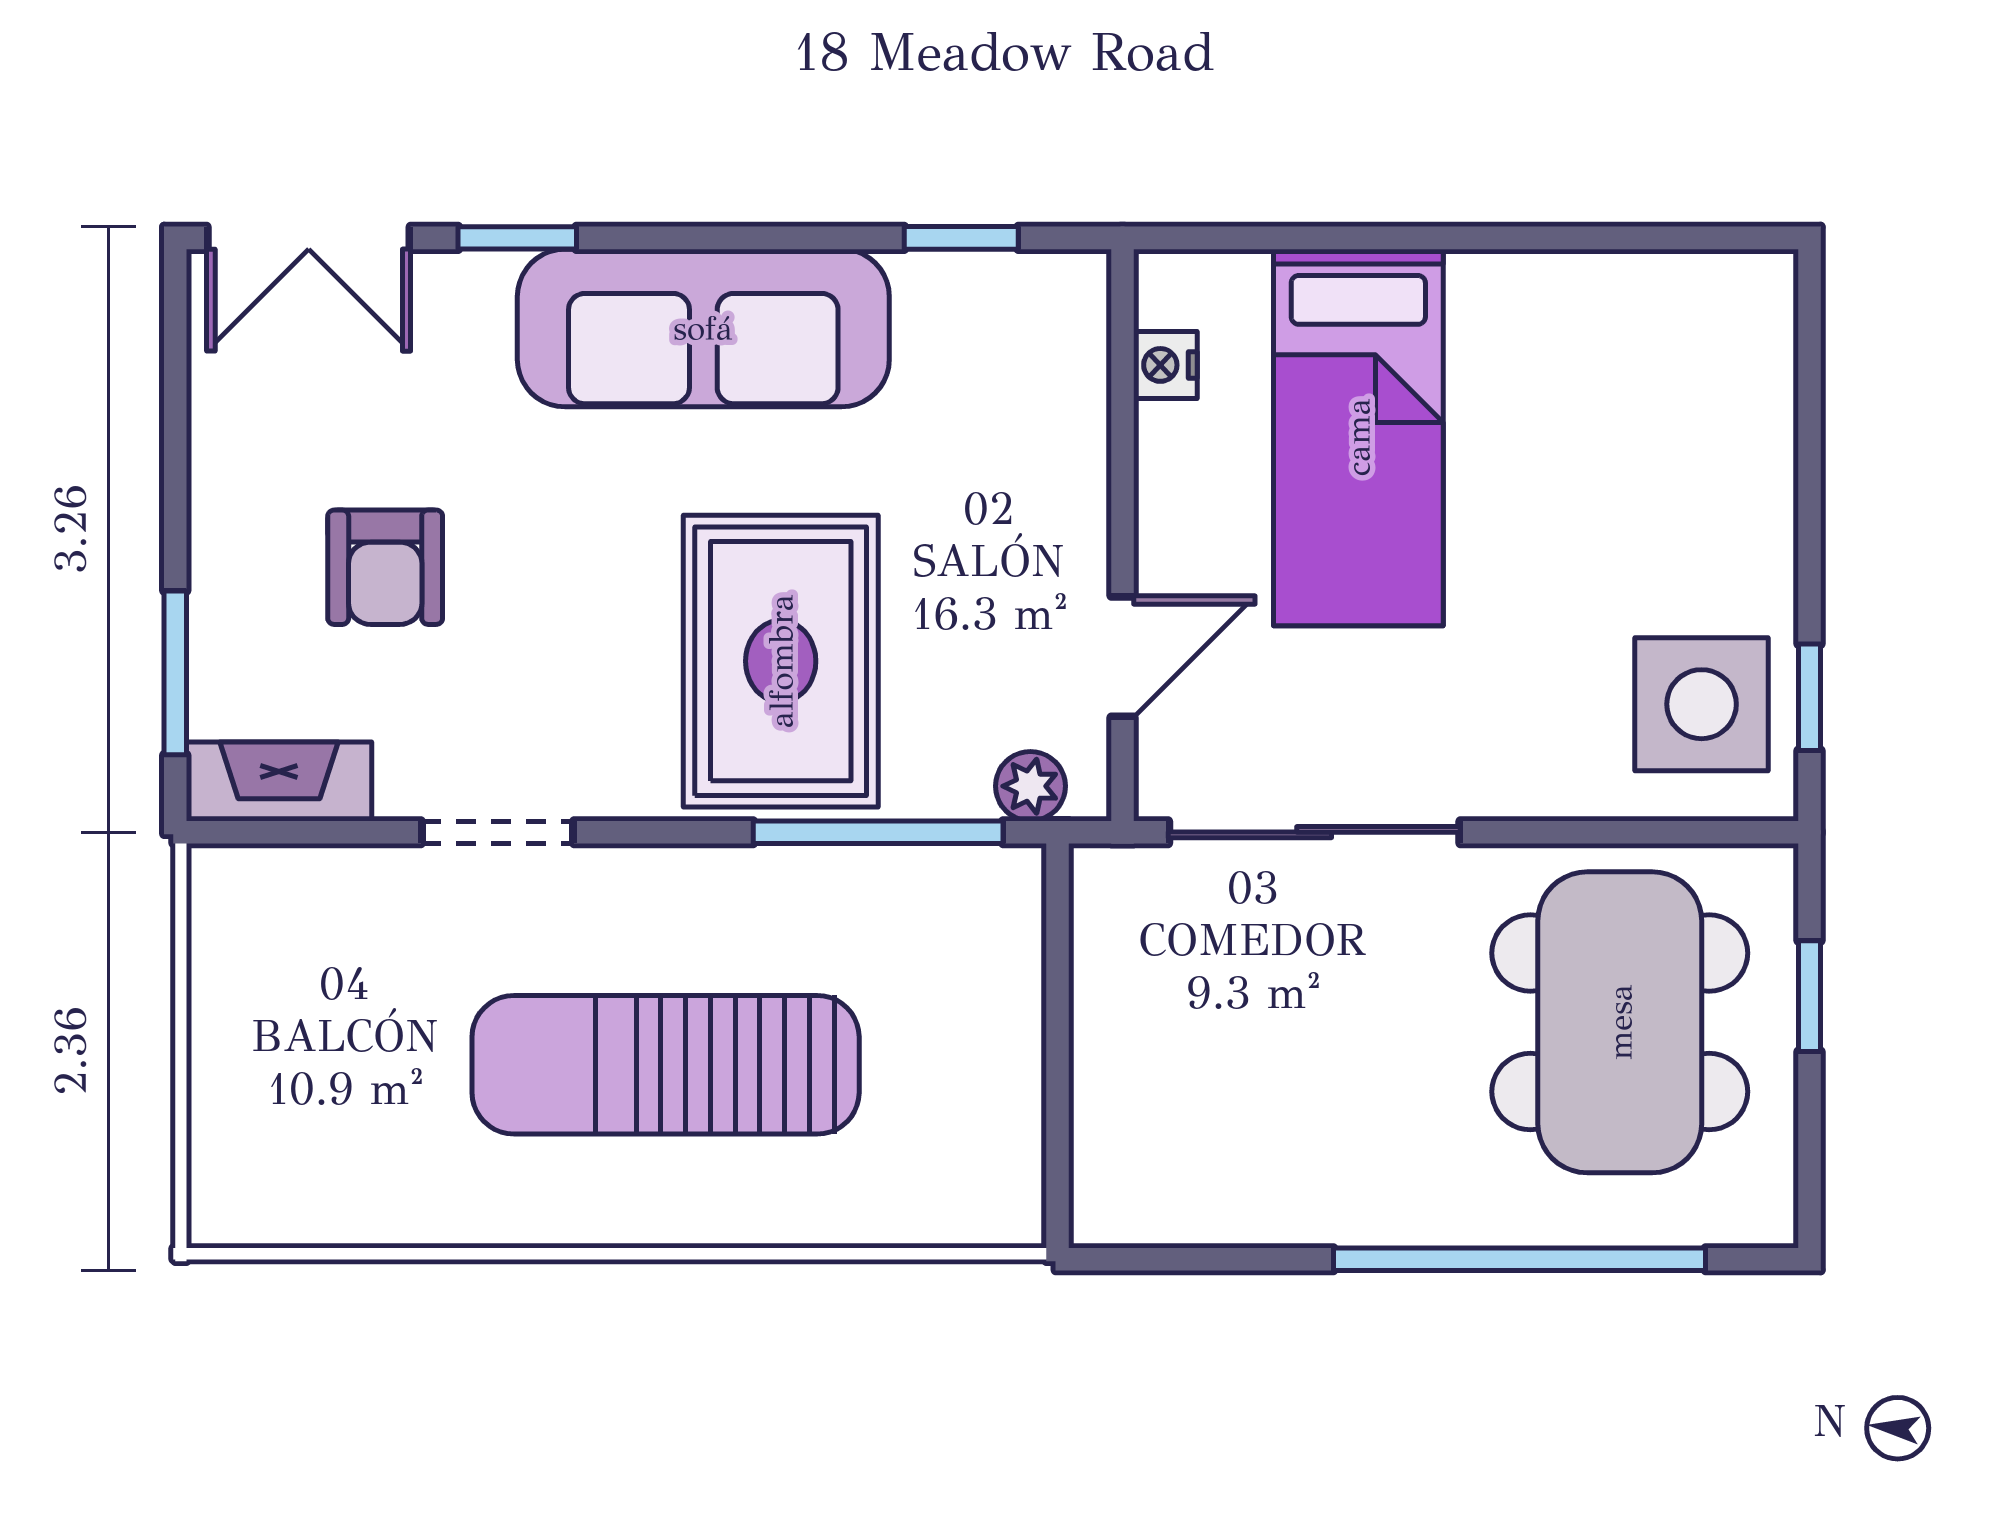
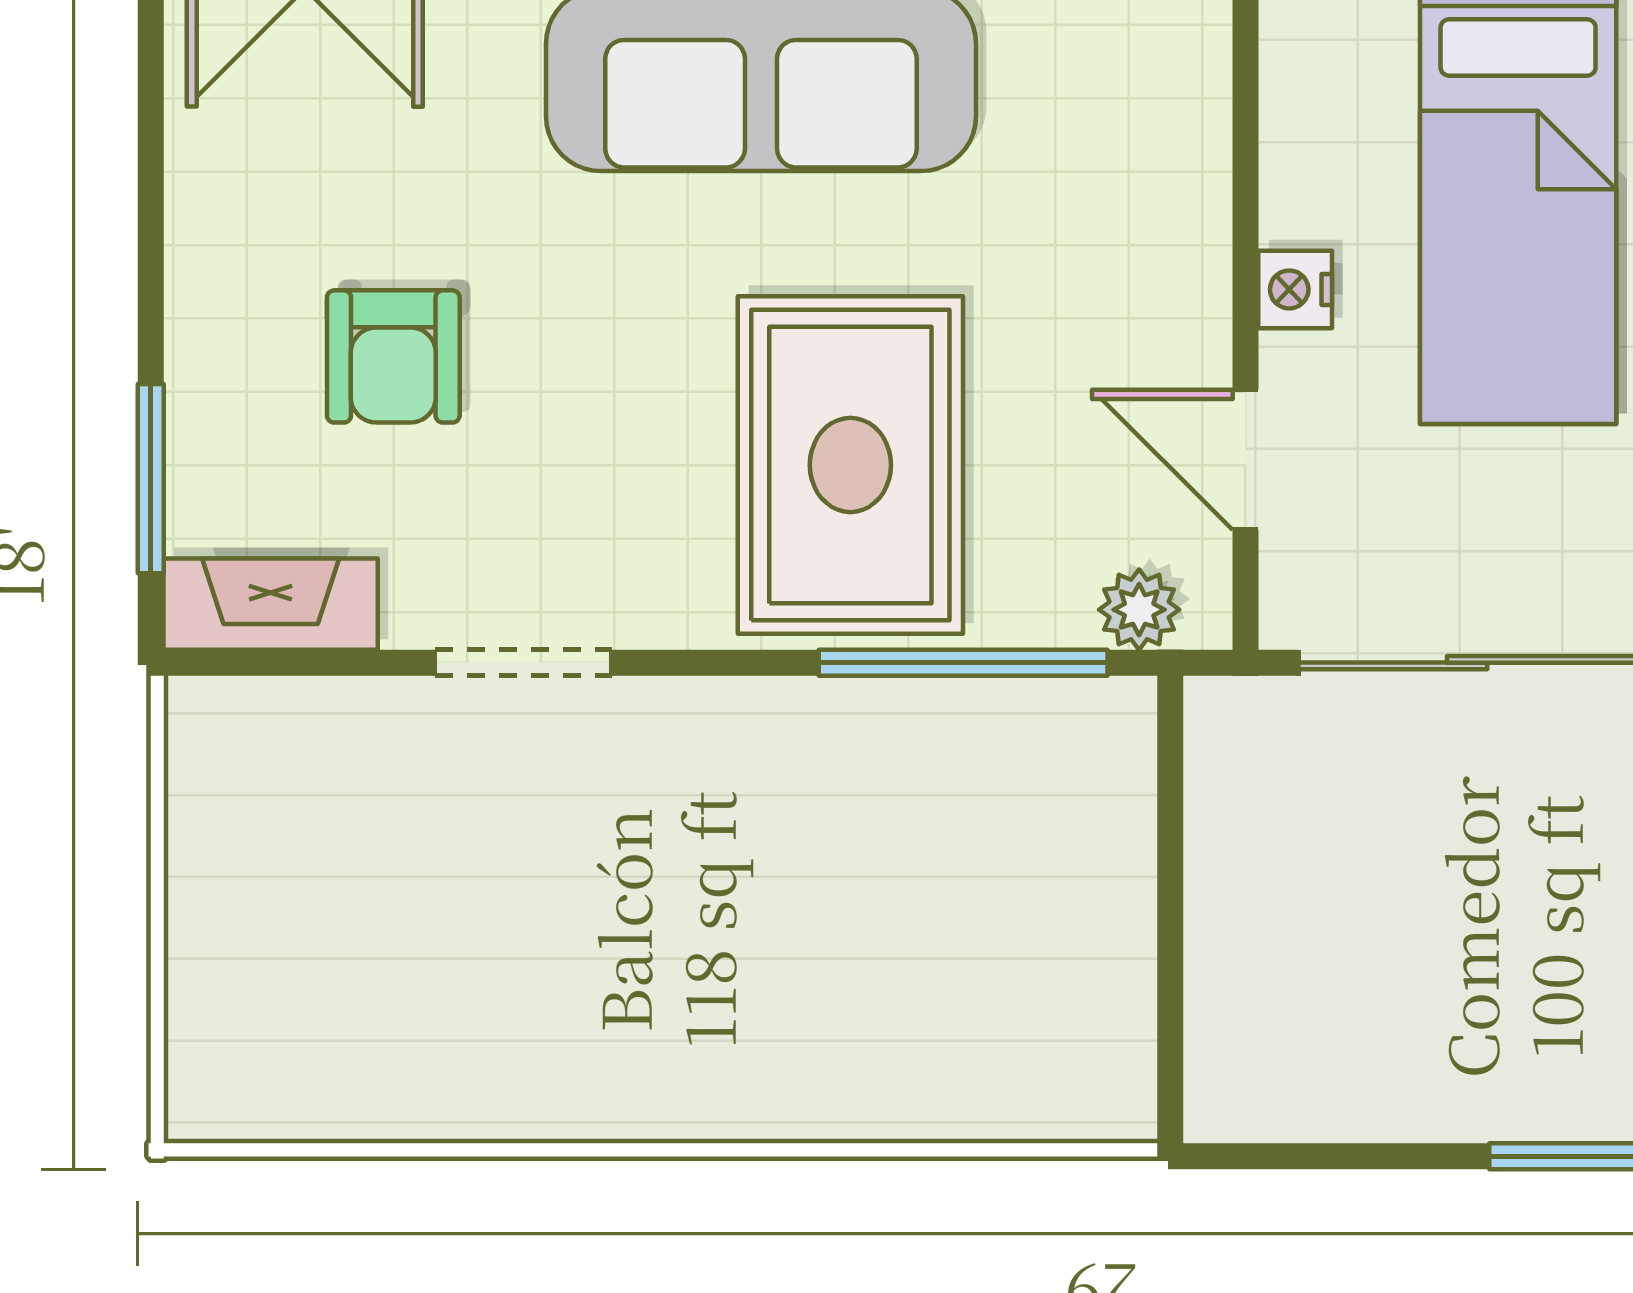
nightstand: (1165, 365) -> (1295, 289), moved
door: (1122, 657) -> (1245, 460), swing flipped
sun lounger: (666, 1065) -> (717, 931), removed

